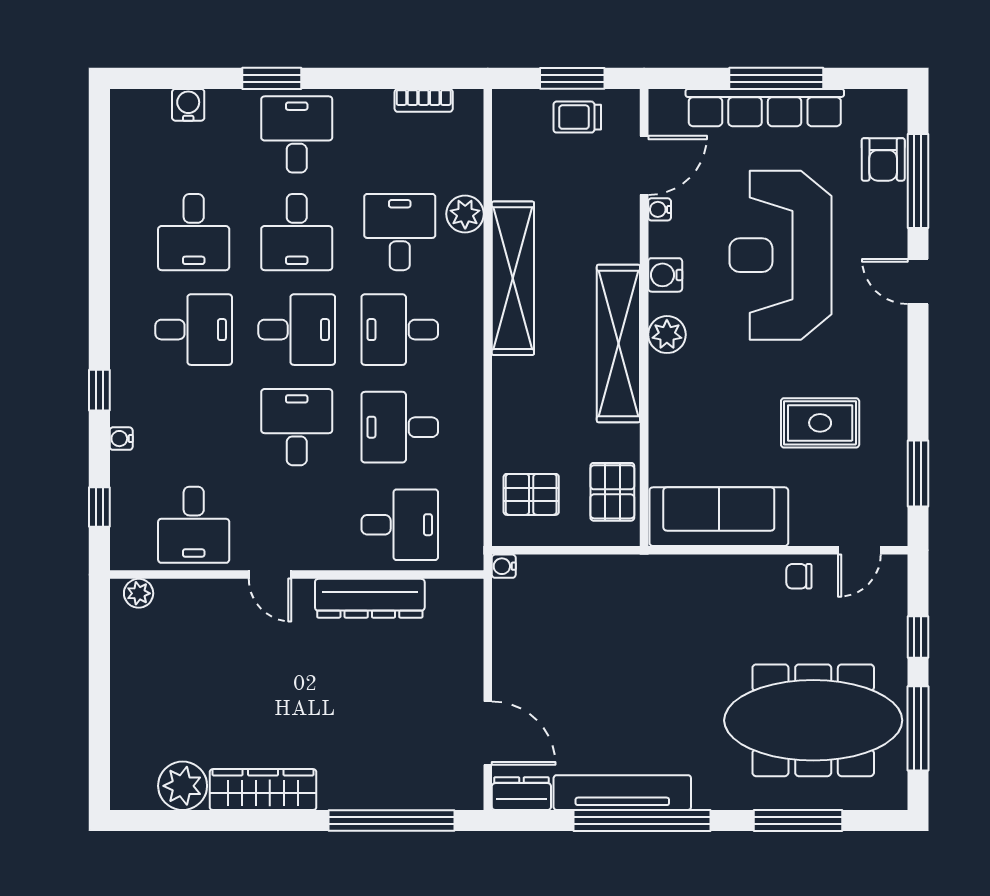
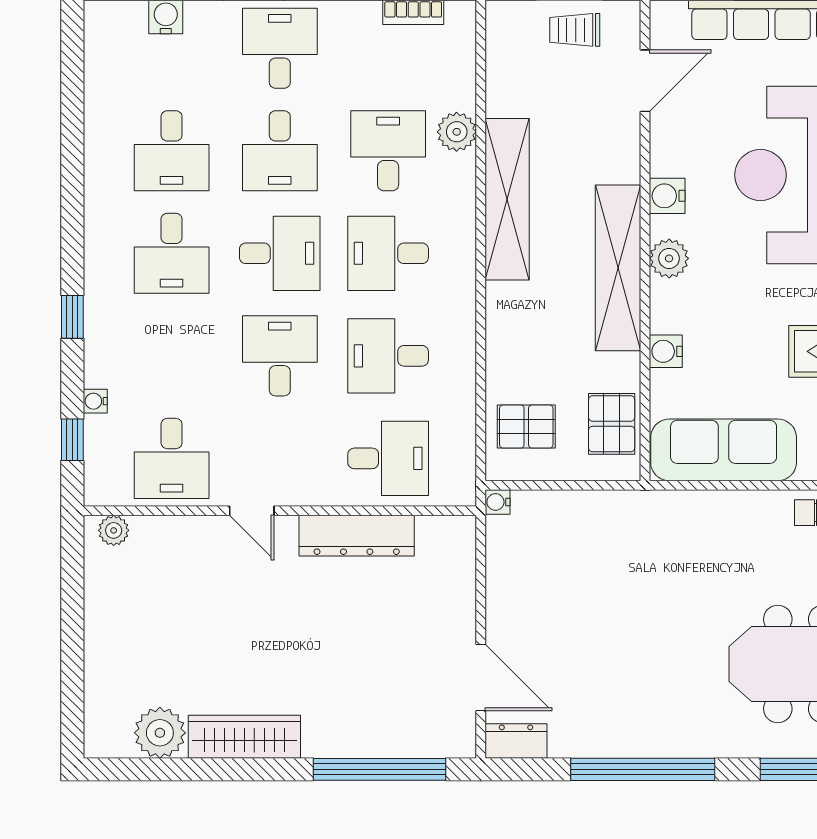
water cooler: (660, 209) -> (666, 351), moved, width x1.38, depth x1.38
desk: (194, 330) -> (172, 253), turned 90
water cooler: (121, 439) -> (95, 401), moved
tv unit: (622, 793) -> (622, 740), removed

